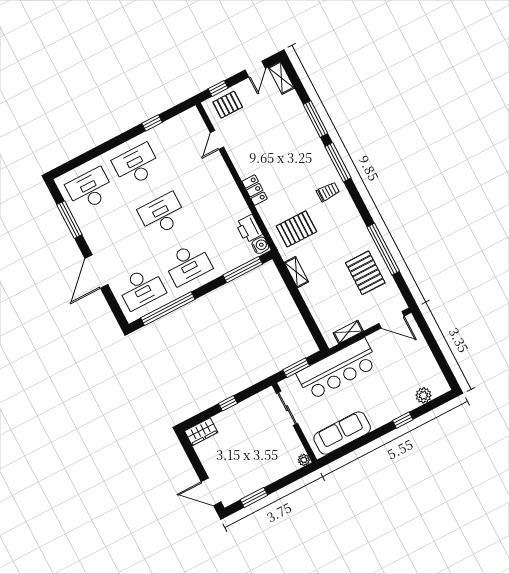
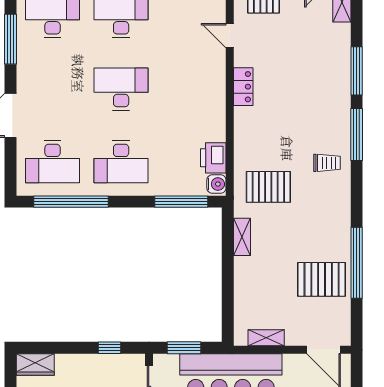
door: (217, 140) -> (230, 36), hinge flipped
locker: (255, 190) -> (243, 87), moved
pallet: (365, 273) -> (322, 279), turned 90
window: (228, 403) -> (109, 348), moved

